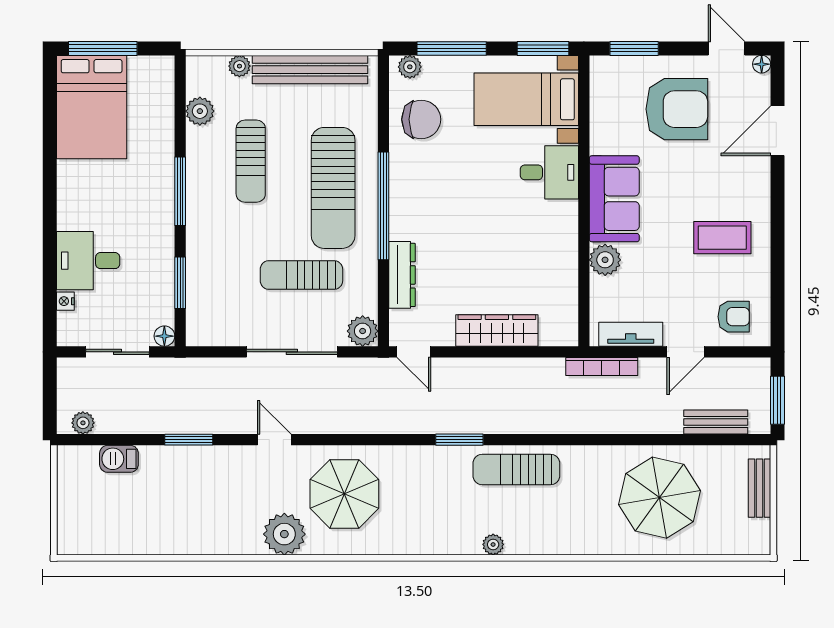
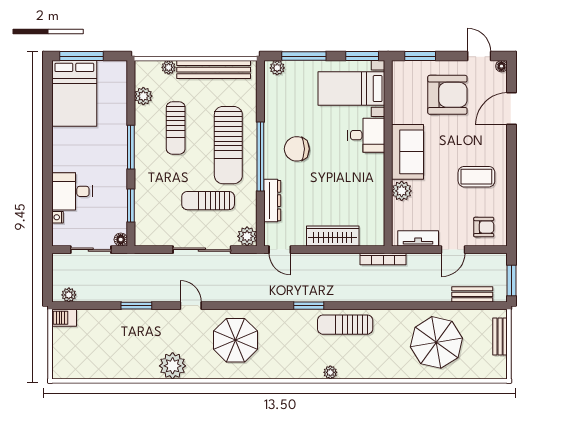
chair: (421, 119) -> (297, 149), moved, turned 180
bookcase: (602, 367) -> (383, 259), moved
barbecue: (119, 459) -> (64, 318), moved
plant: (284, 534) -> (173, 366), moved

